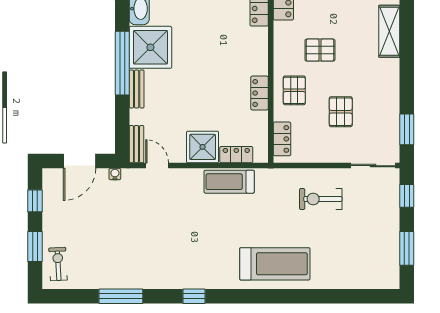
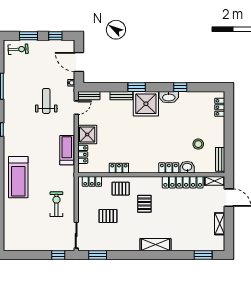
window: (122, 63) -> (137, 87), width x0.47
weight bench: (146, 216) -> (46, 101), added
window: (407, 248) -> (27, 255), removed

